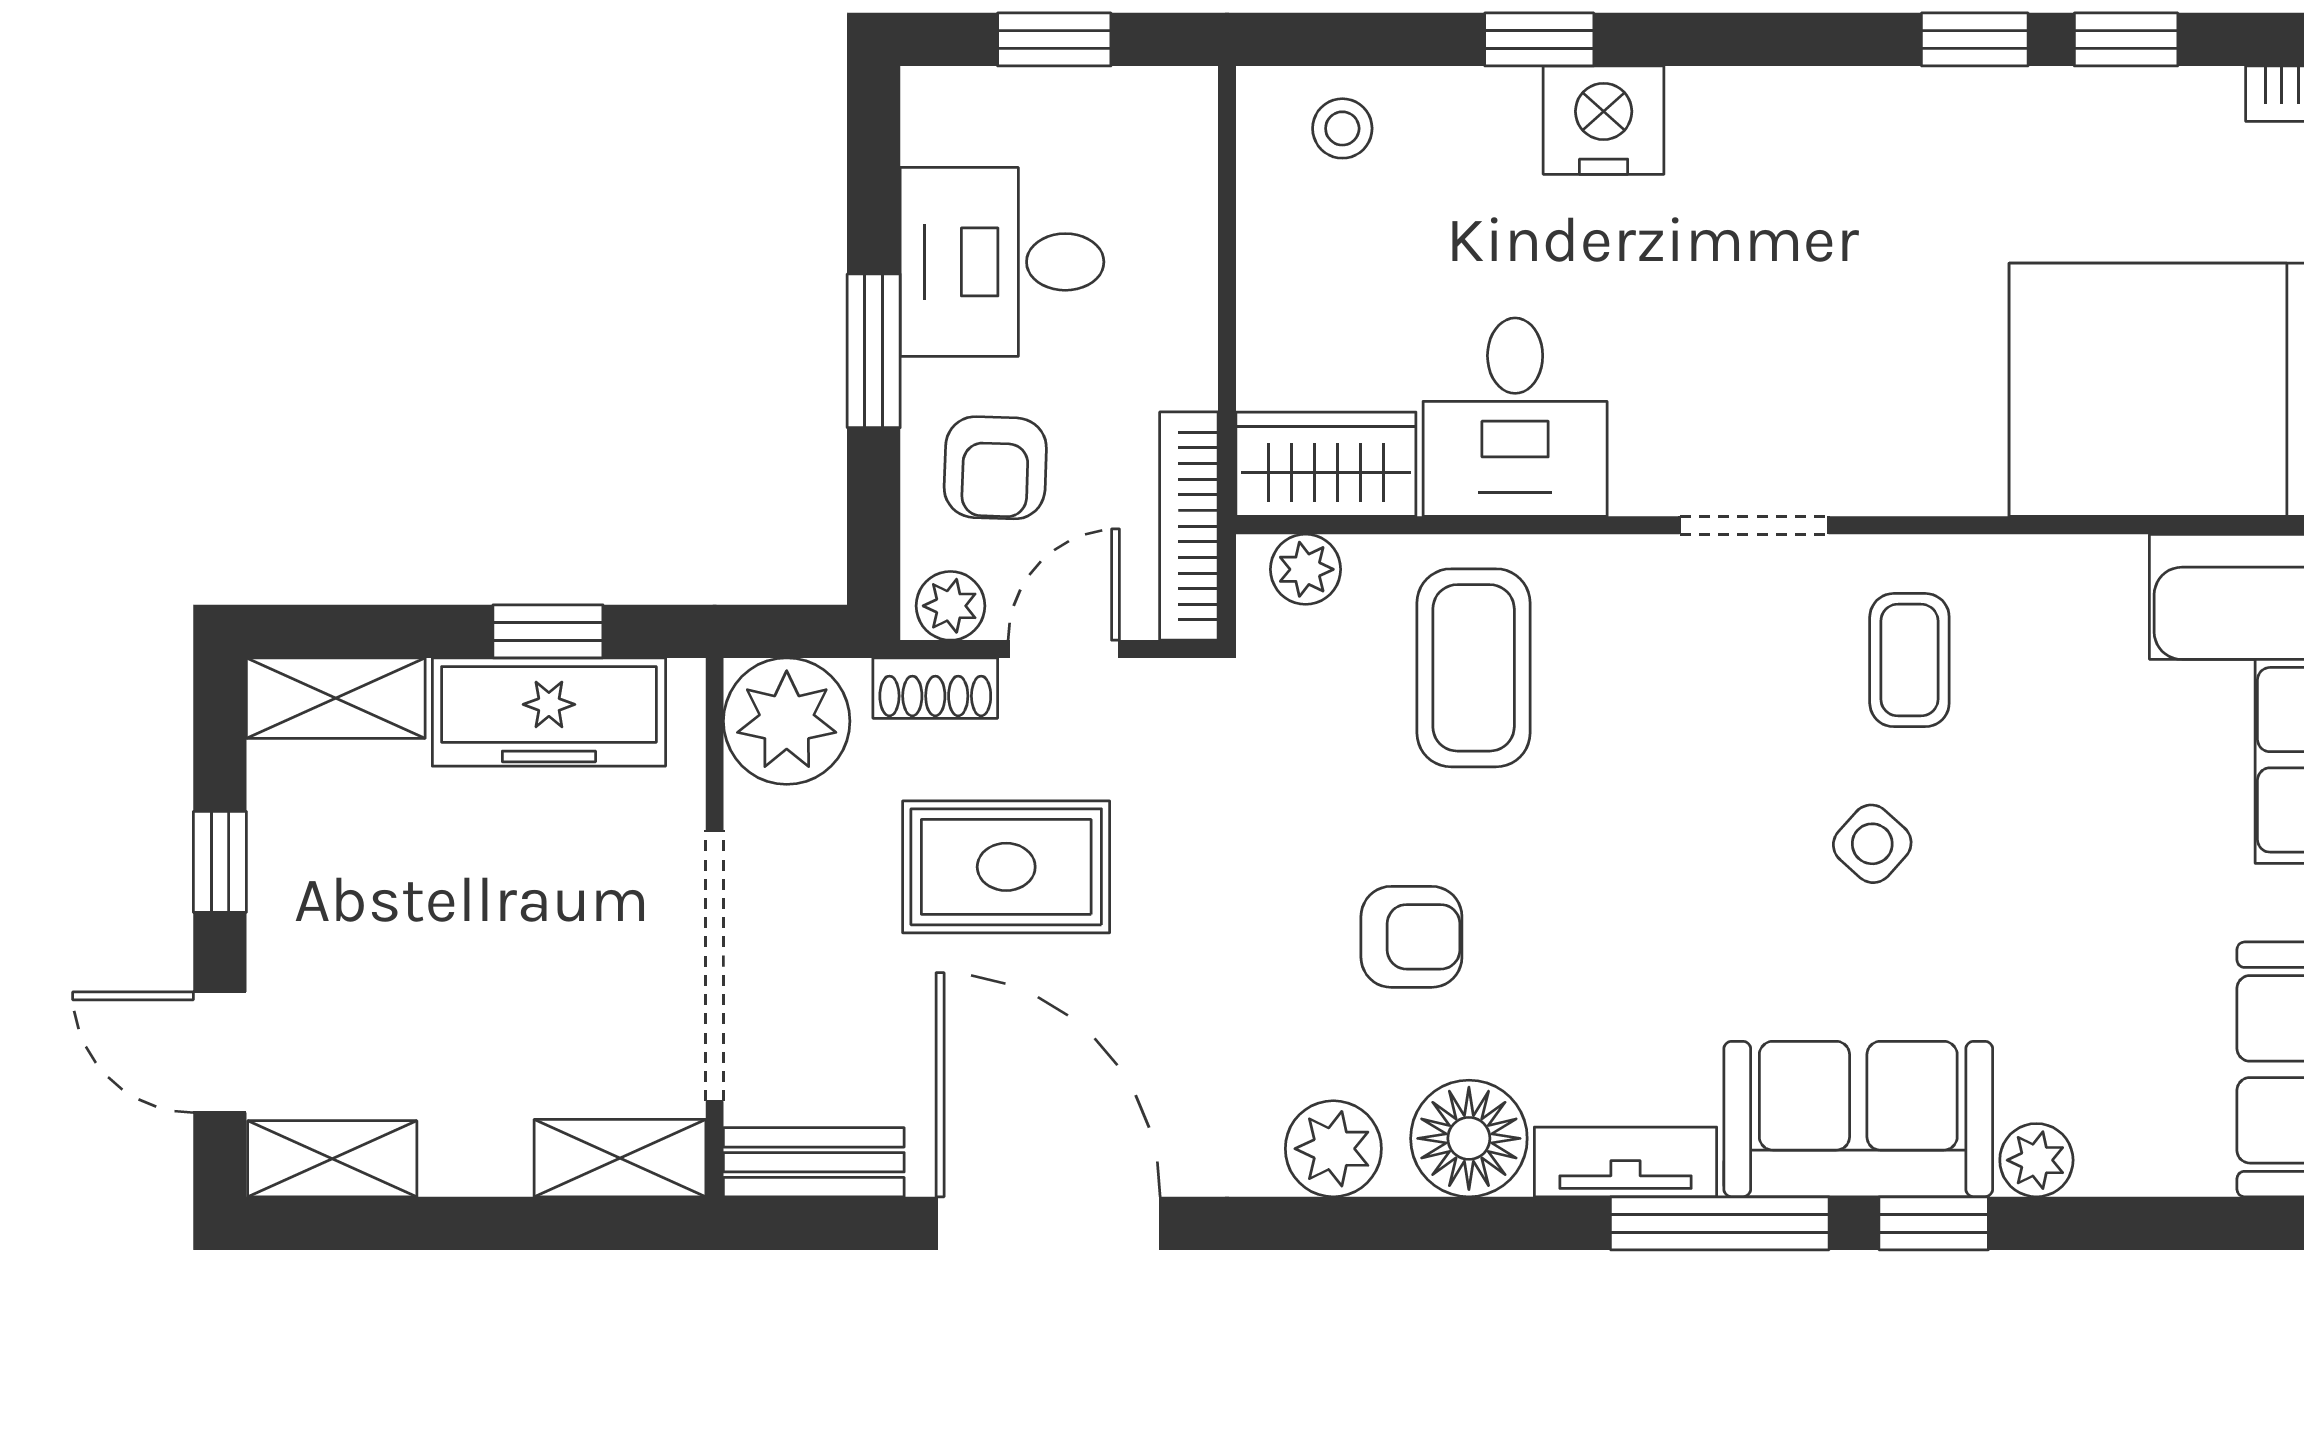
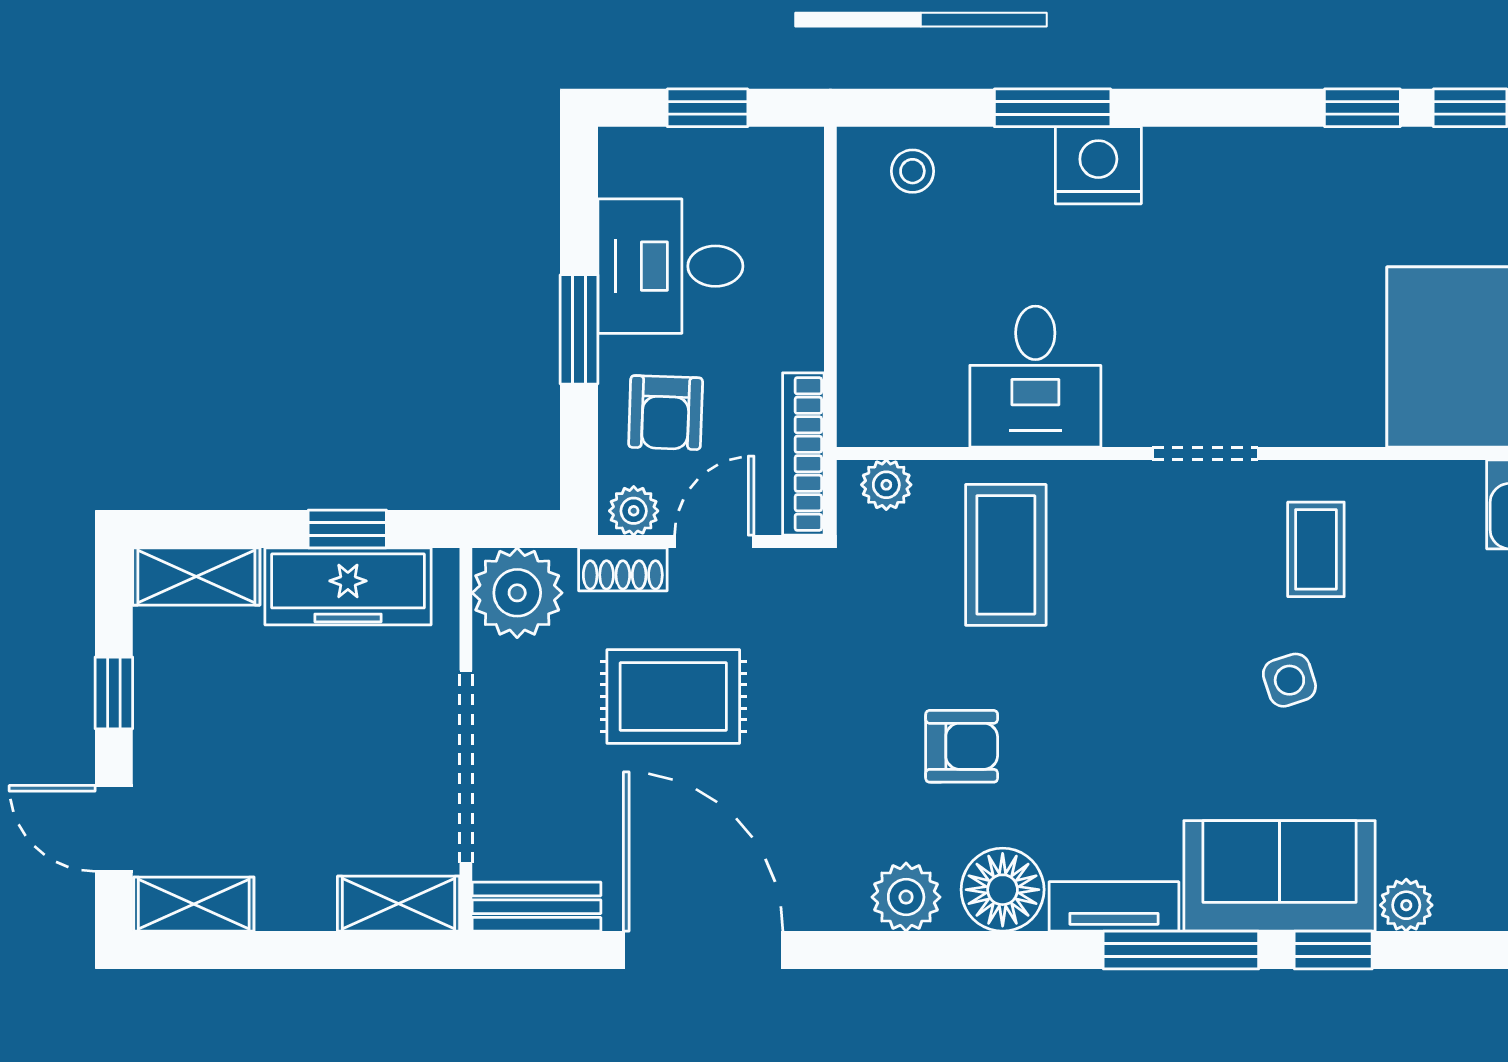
window: (1539, 39) -> (1053, 108), width x1.50
wardrobe: (1326, 464) -> (901, 410), removed
side table: (1872, 844) -> (1289, 680), turned 30

